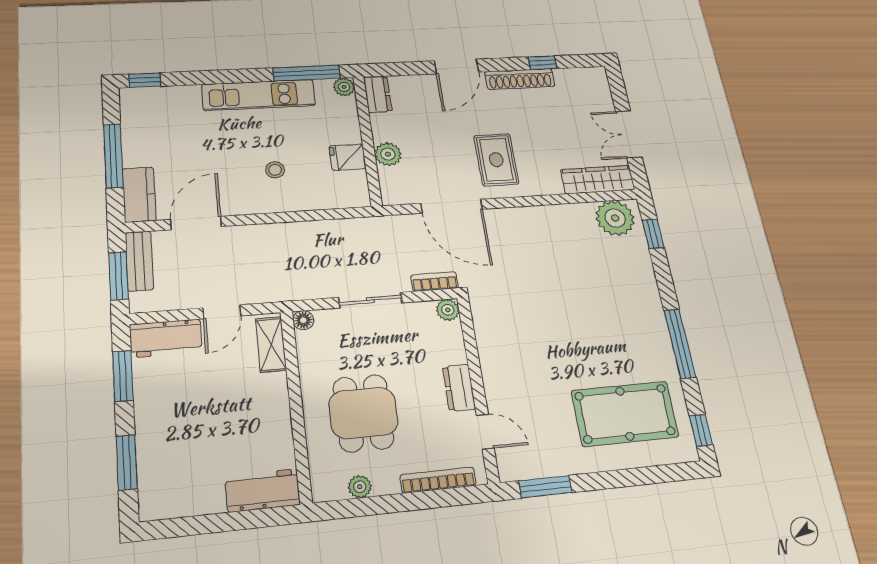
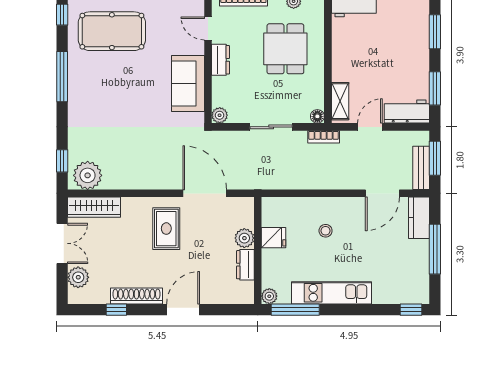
dresser: (378, 94) -> (245, 265), moved
plant: (599, 97) -> (78, 277), added
bookcase: (434, 282) -> (324, 137), moved
sofa: (501, 350) -> (188, 84), added

